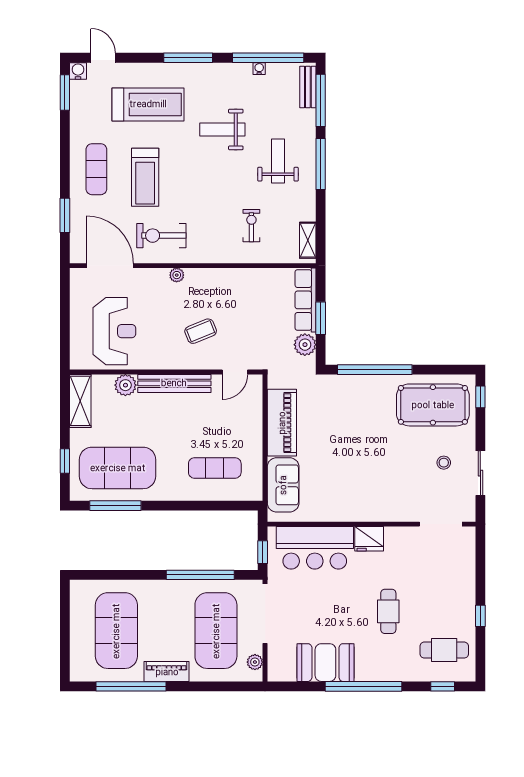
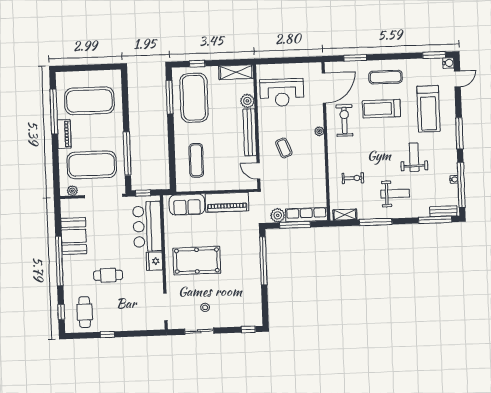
window: (321, 164) -> (376, 222), moved
window: (321, 318) -> (295, 225), width x1.44
pool table: (433, 405) -> (197, 261), moved, turned 90

